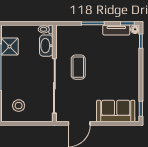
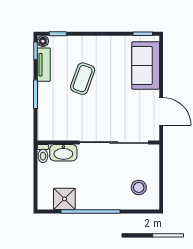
coffee table: (78, 67) -> (83, 79), moved, turned -70

